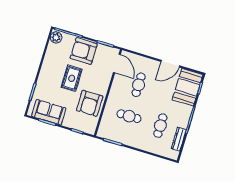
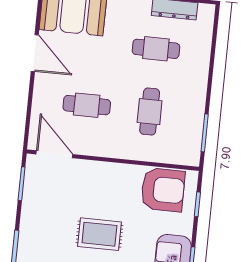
armchair: (84, 51) -> (43, 222), removed
door: (117, 63) -> (54, 154), hinge flipped
armchair: (90, 103) -> (163, 190), moved

